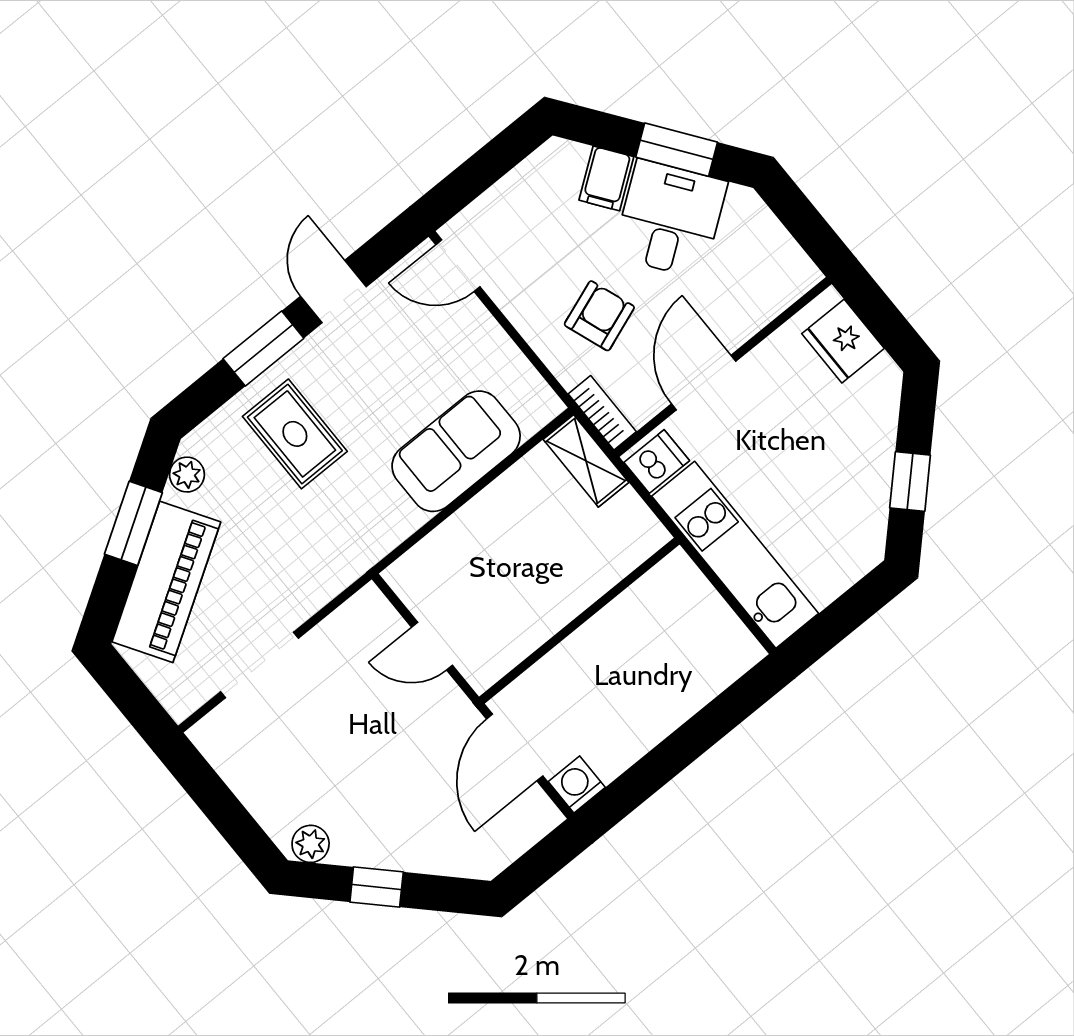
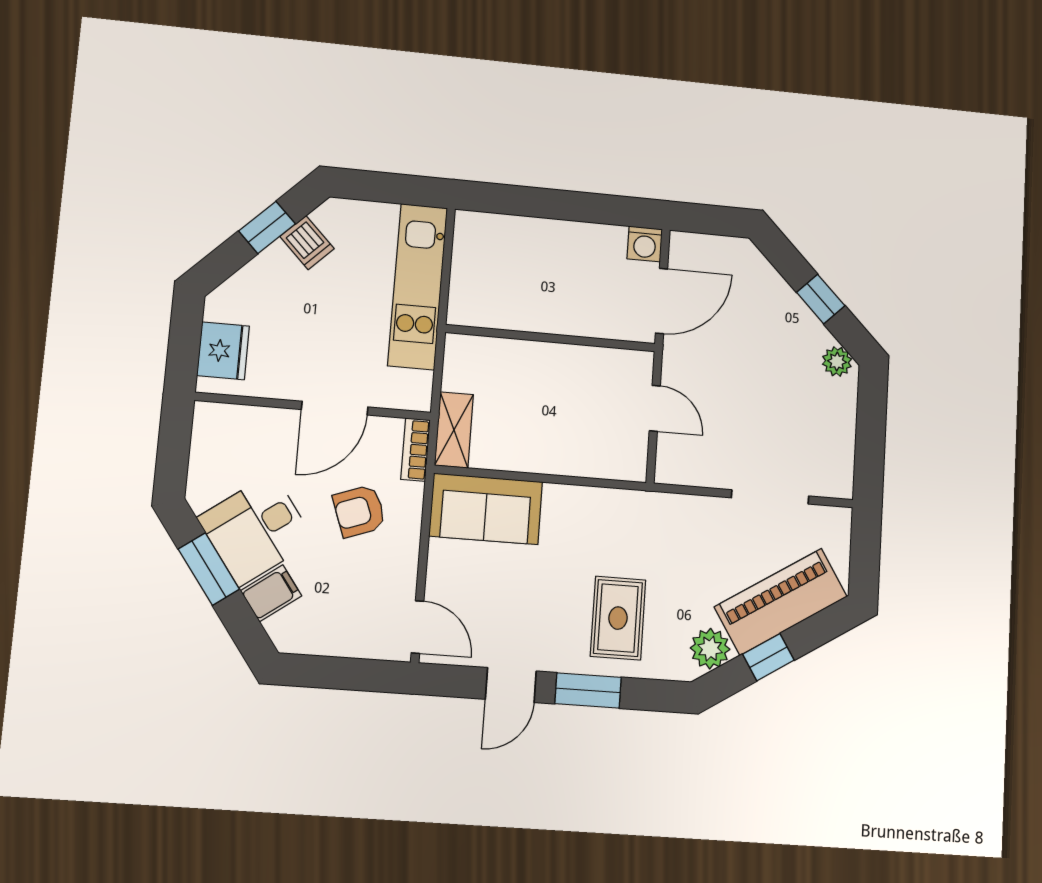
sofa: (456, 451) -> (486, 509), moved
dishwasher: (657, 461) -> (307, 243), moved, turned -135
plant: (187, 475) -> (710, 649), width x1.38, depth x1.38
window: (133, 523) -> (768, 657), width x0.67

